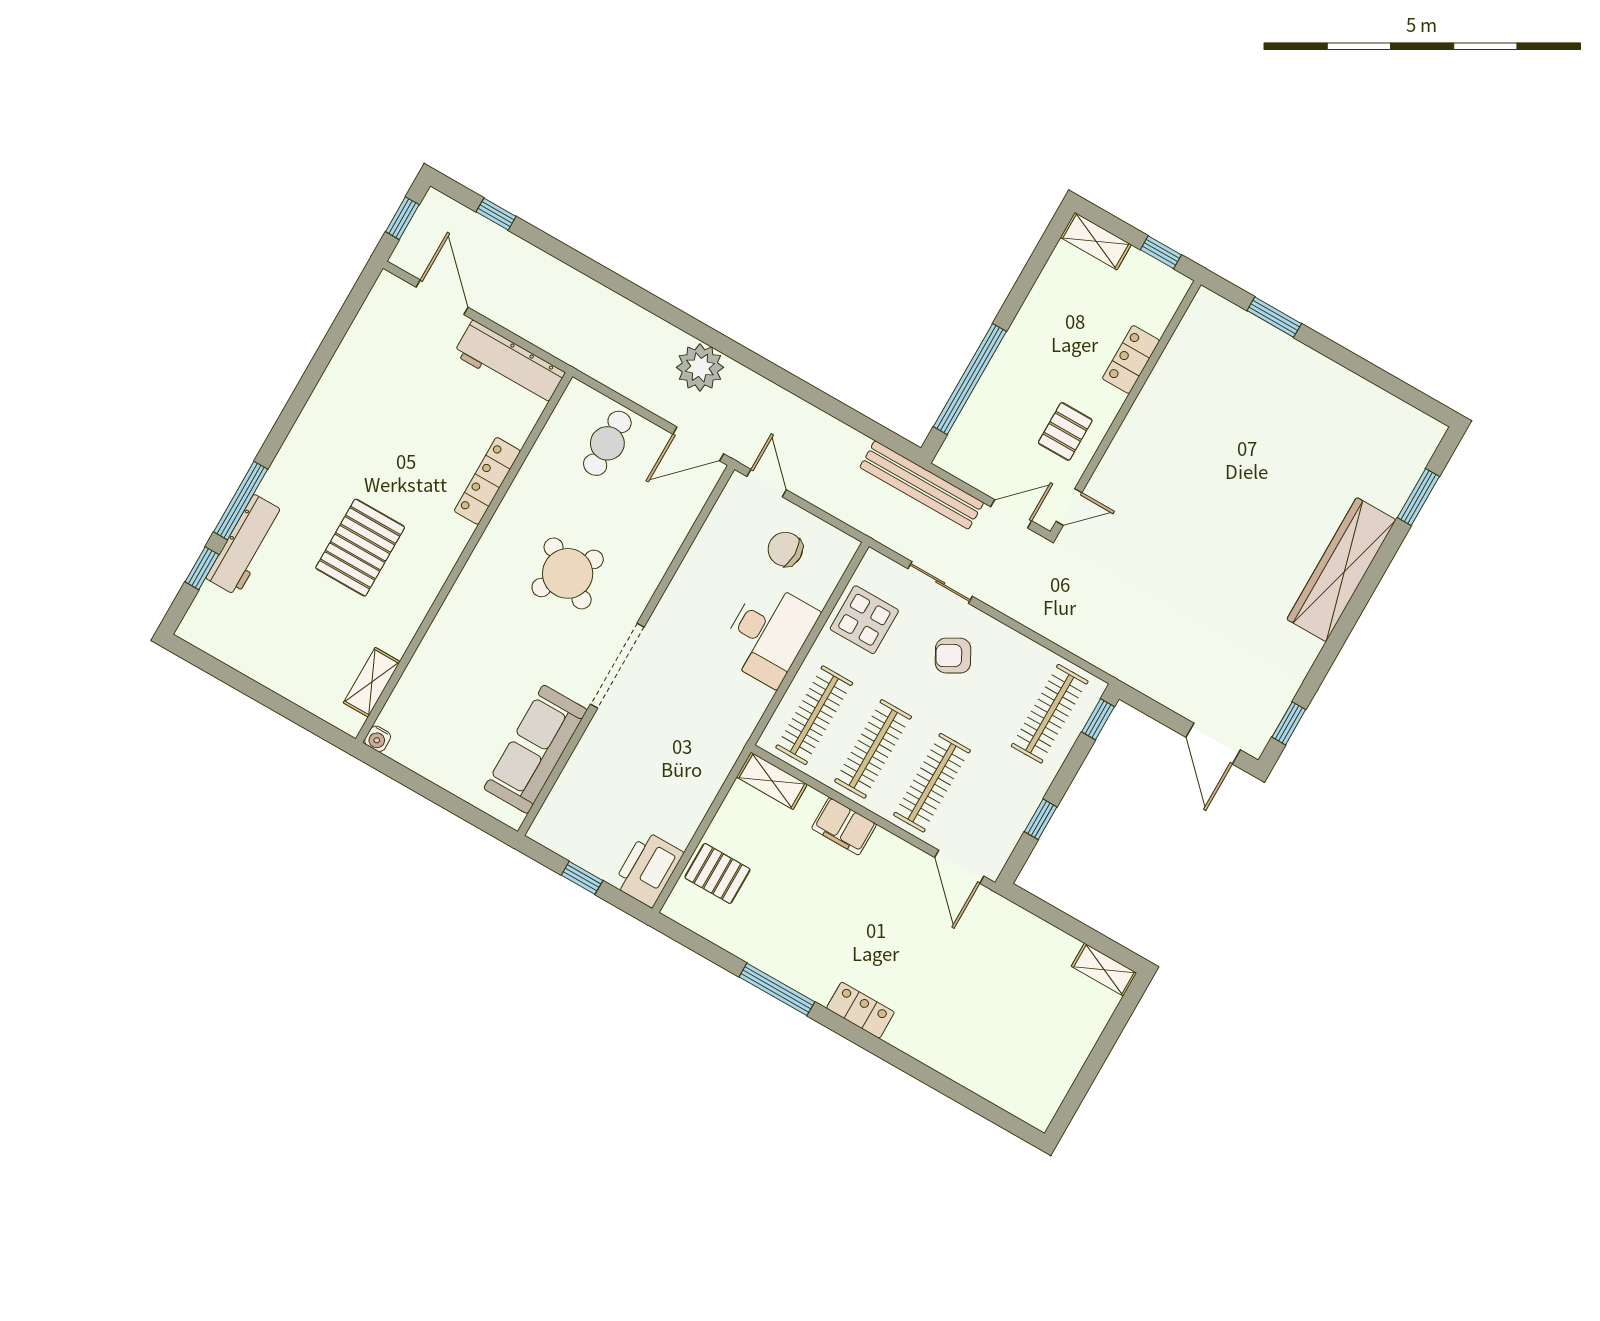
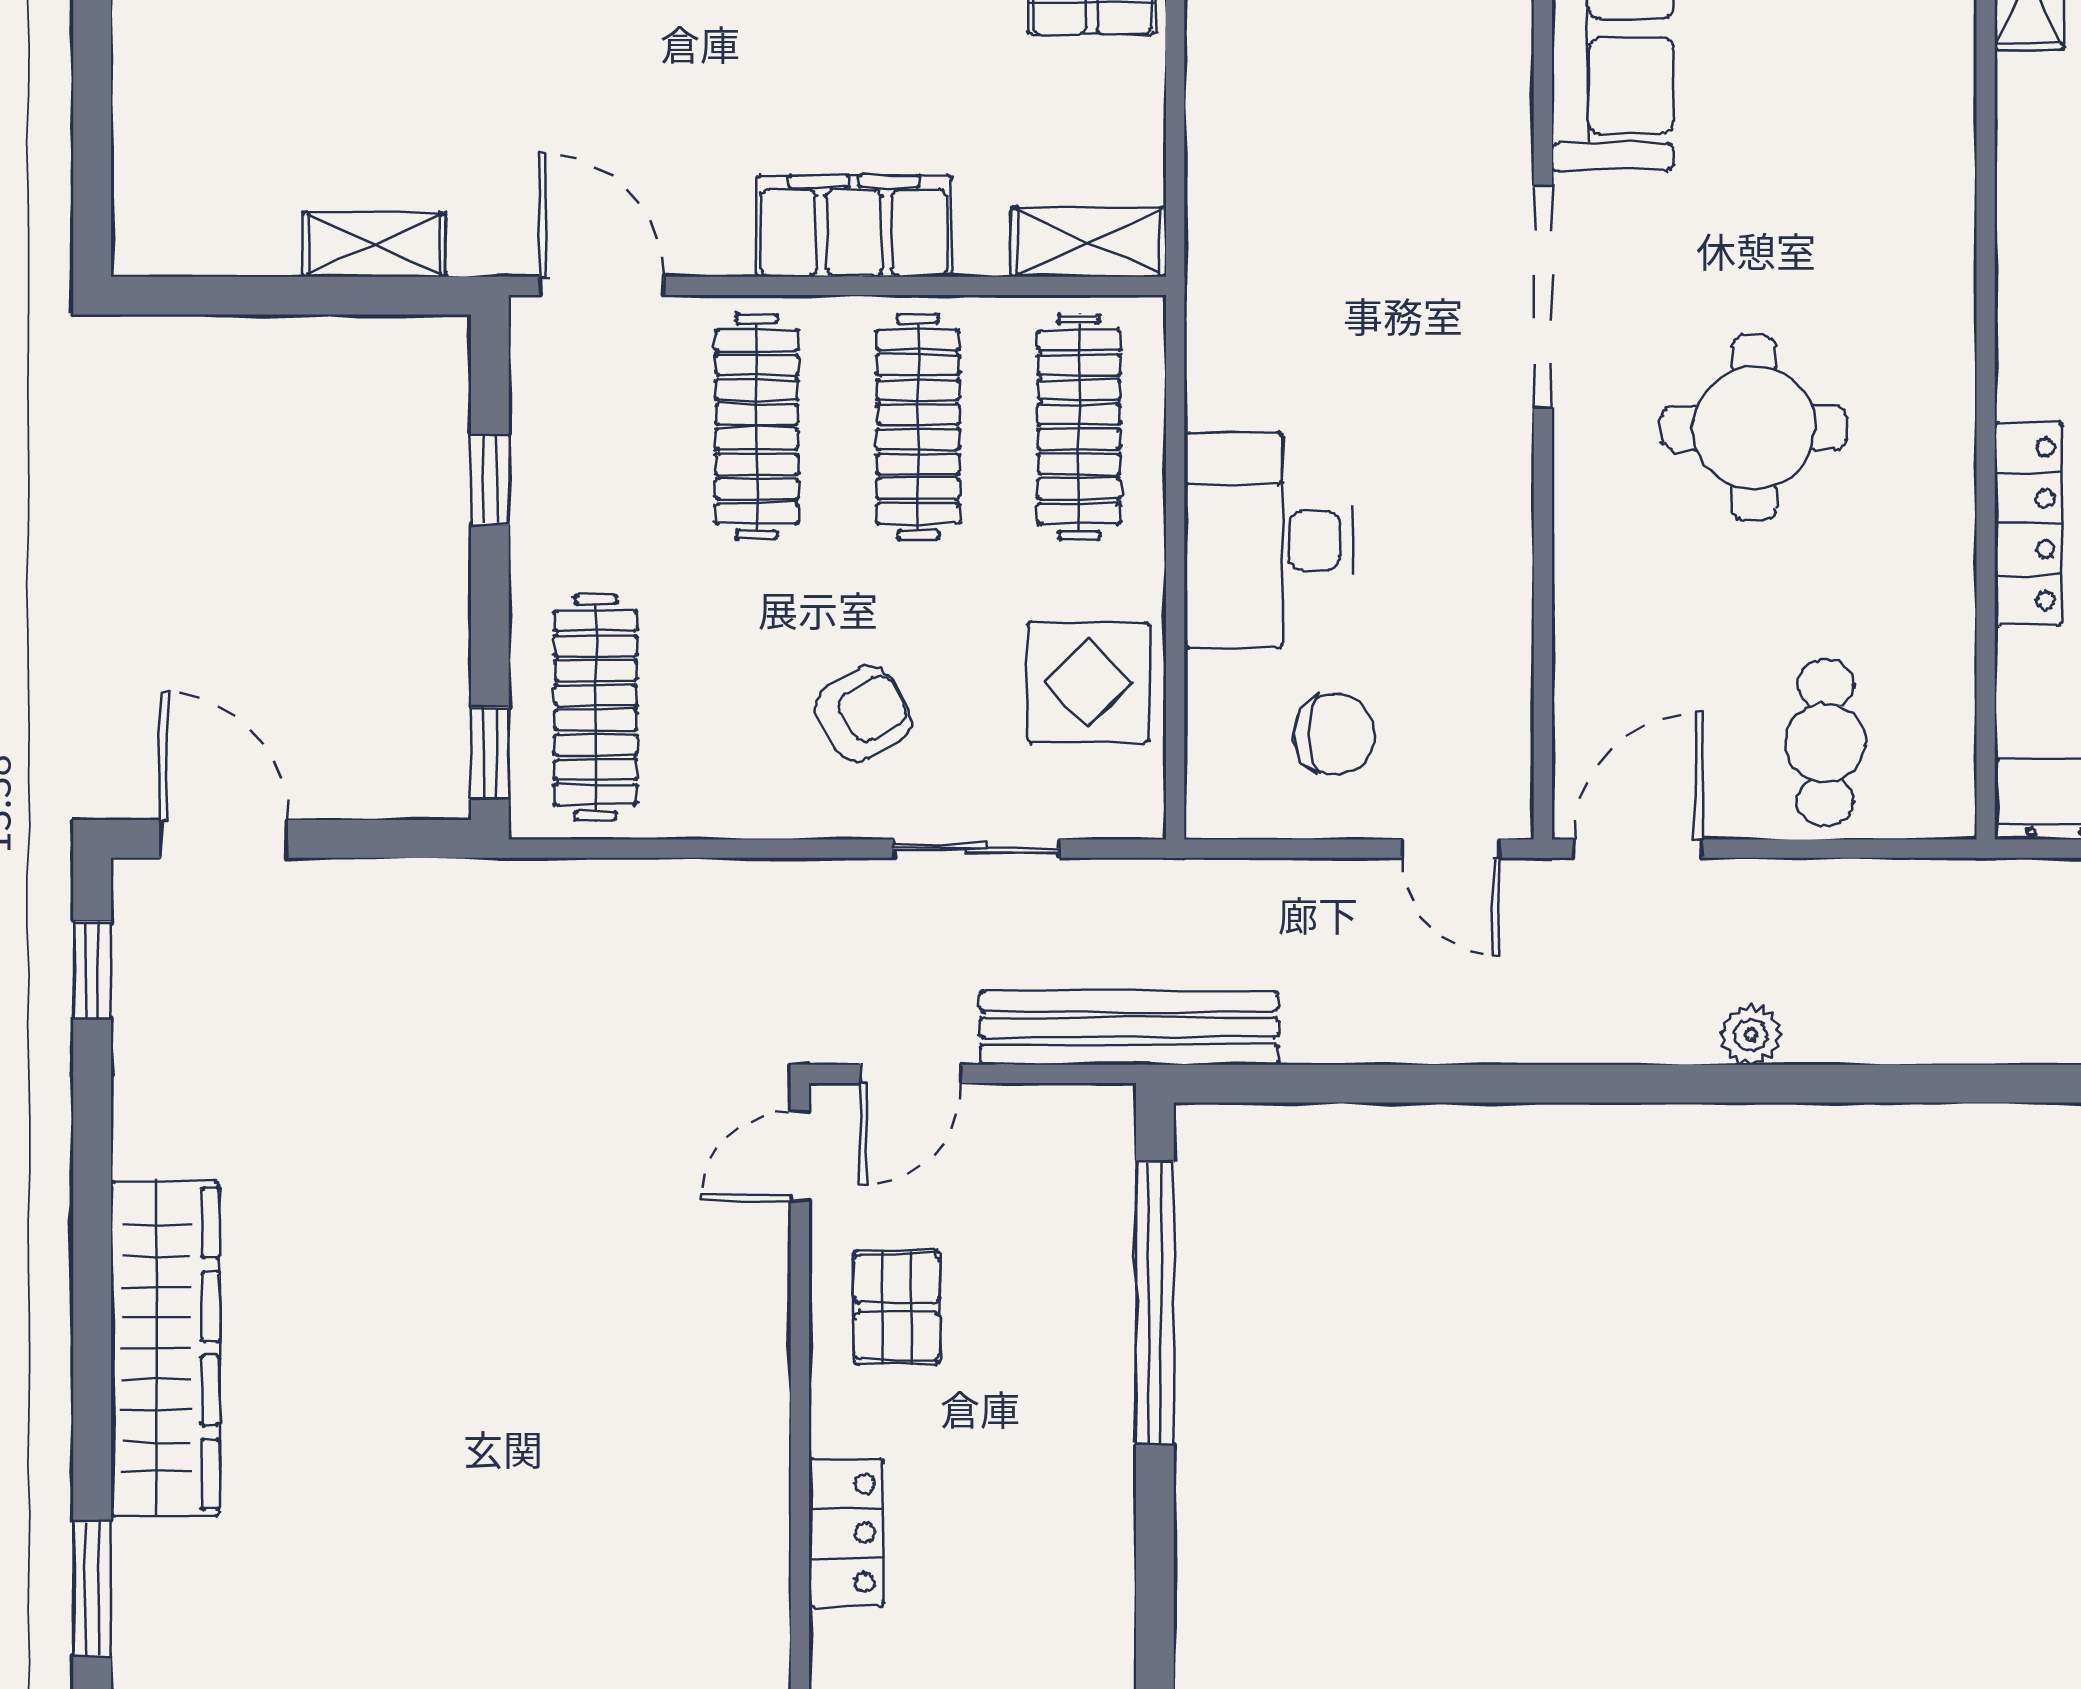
plant: (700, 367) -> (1751, 1035), width x0.53, depth x0.53
round table: (568, 573) -> (1754, 428), turned -32
filing cabinet: (844, 826) -> (854, 226), width x1.50, depth x1.17
shelving: (1104, 970) -> (374, 245), moved

